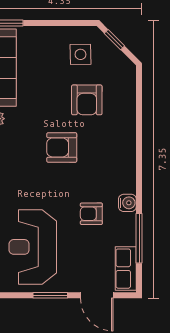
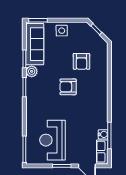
side table: (80, 54) -> (62, 31), moved
water cooler: (127, 203) -> (103, 134), moved
armchair: (91, 214) -> (84, 122), removed

